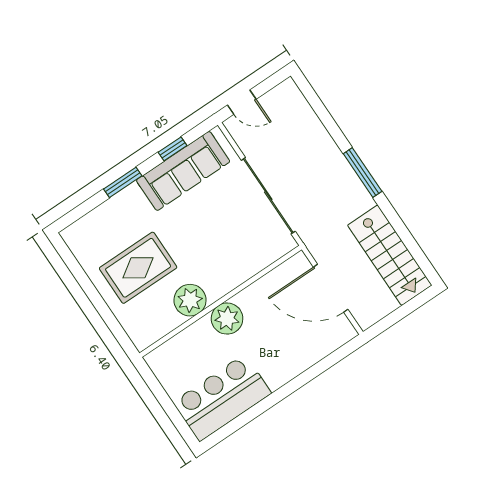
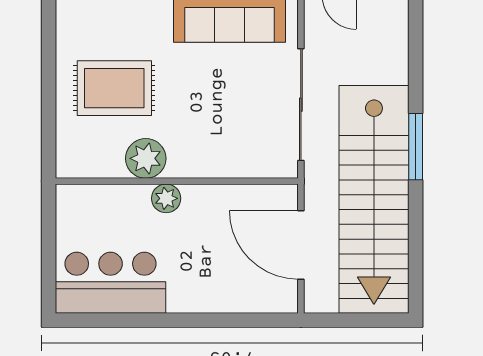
stairs: (390, 255) -> (374, 199), width x1.86, depth x1.51
plant: (227, 319) -> (166, 198), width x0.73, depth x0.73

